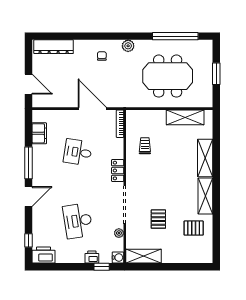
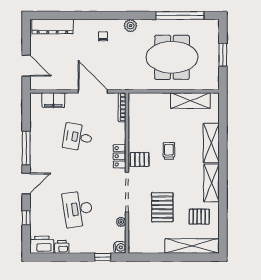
filing cabinet: (39, 133) -> (53, 100), moved, turned 90
trolley: (145, 146) -> (169, 151), moved
pallet: (137, 174) -> (140, 159), added
pallet: (158, 219) -> (162, 207), width x1.50, depth x1.42
window: (28, 240) -> (26, 218), moved
shelving: (144, 256) -> (192, 246), moved, width x1.47
printer: (92, 257) -> (62, 247), moved

